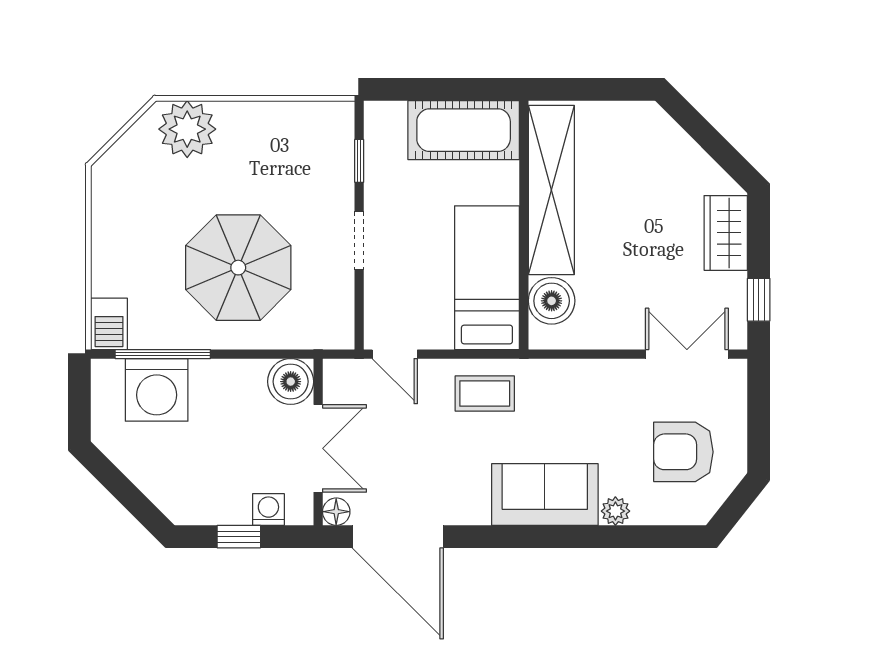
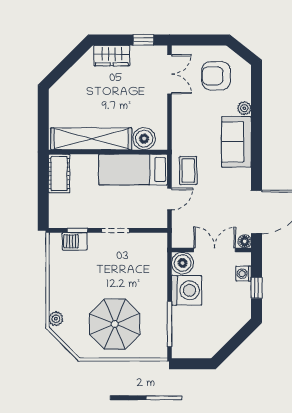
plant: (187, 129) -> (56, 319), width x0.53, depth x0.53
cot: (464, 130) -> (59, 173), width x0.73, depth x0.75
parasol: (238, 268) -> (115, 324), moved
barbecue: (109, 324) -> (75, 241), moved, turned 180
door: (395, 354) -> (169, 199), moved
double door: (687, 354) -> (169, 74), swing flipped
washing machine: (157, 390) -> (187, 290), moved
armchair: (683, 452) -> (216, 76), turned 90

